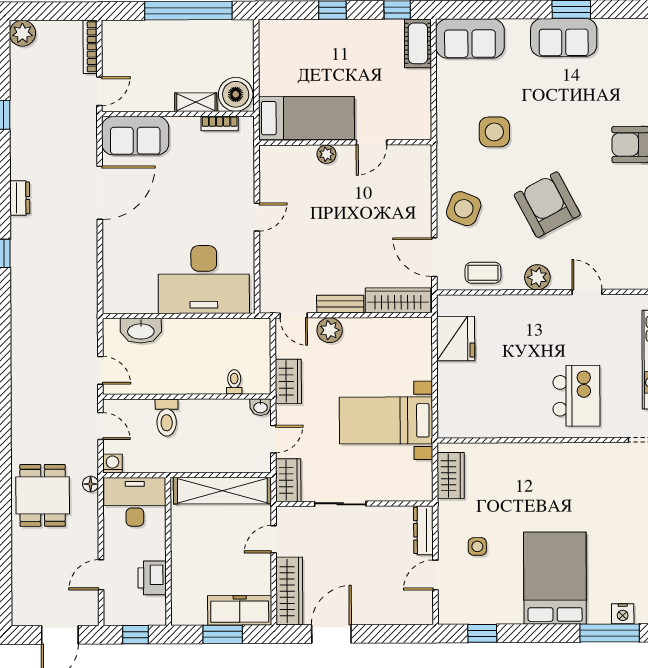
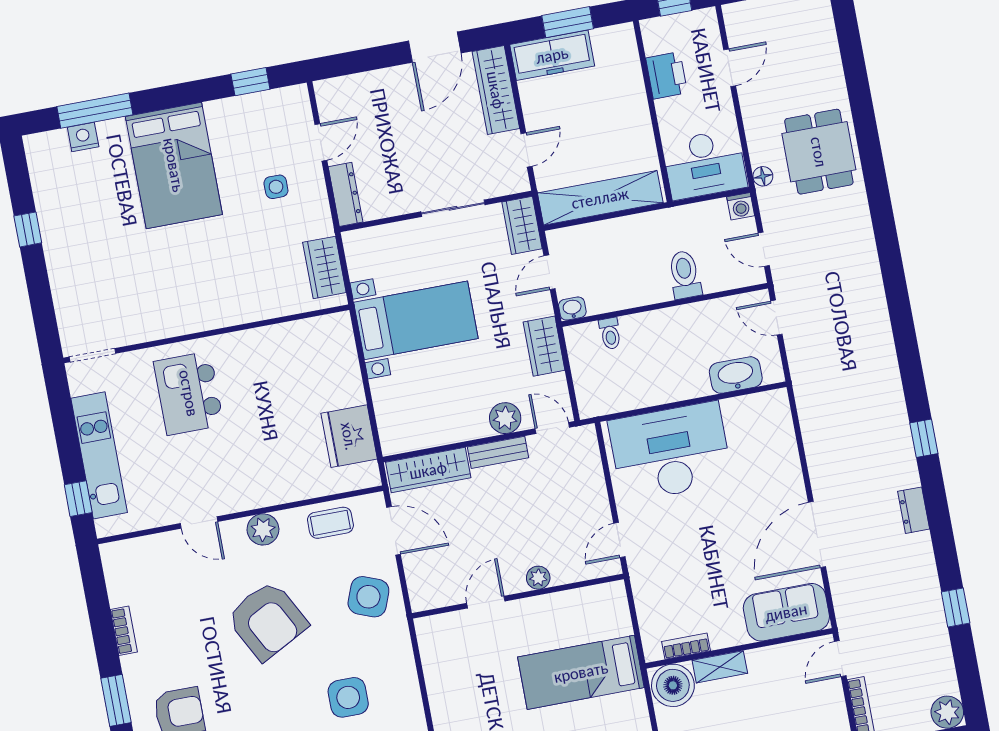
door: (371, 142) -> (486, 602), moved
wall: (345, 143) -> (518, 596), moved
plant: (326, 154) -> (538, 578), moved

